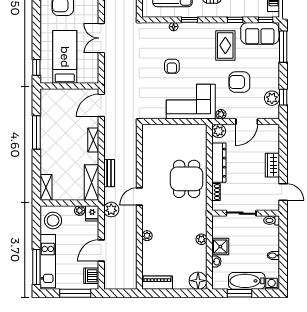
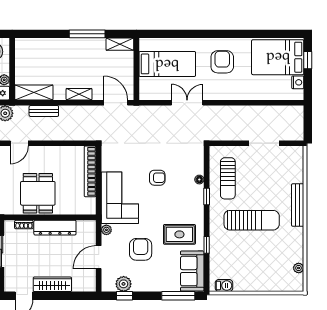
window: (265, 20) -> (207, 277), removed
armchair: (172, 66) -> (157, 178), turned 180
window: (36, 67) -> (156, 34), removed
door: (247, 122) -> (99, 257), hinge flipped
bookcase: (166, 130) -> (90, 171), added
plant: (219, 131) -> (89, 227), removed
wardrobe: (272, 165) -> (52, 284), width x1.50
dining table: (187, 179) -> (38, 193), turned 90
shelving: (46, 187) -> (120, 44), moved
door: (139, 196) -> (19, 143), swing flipped

